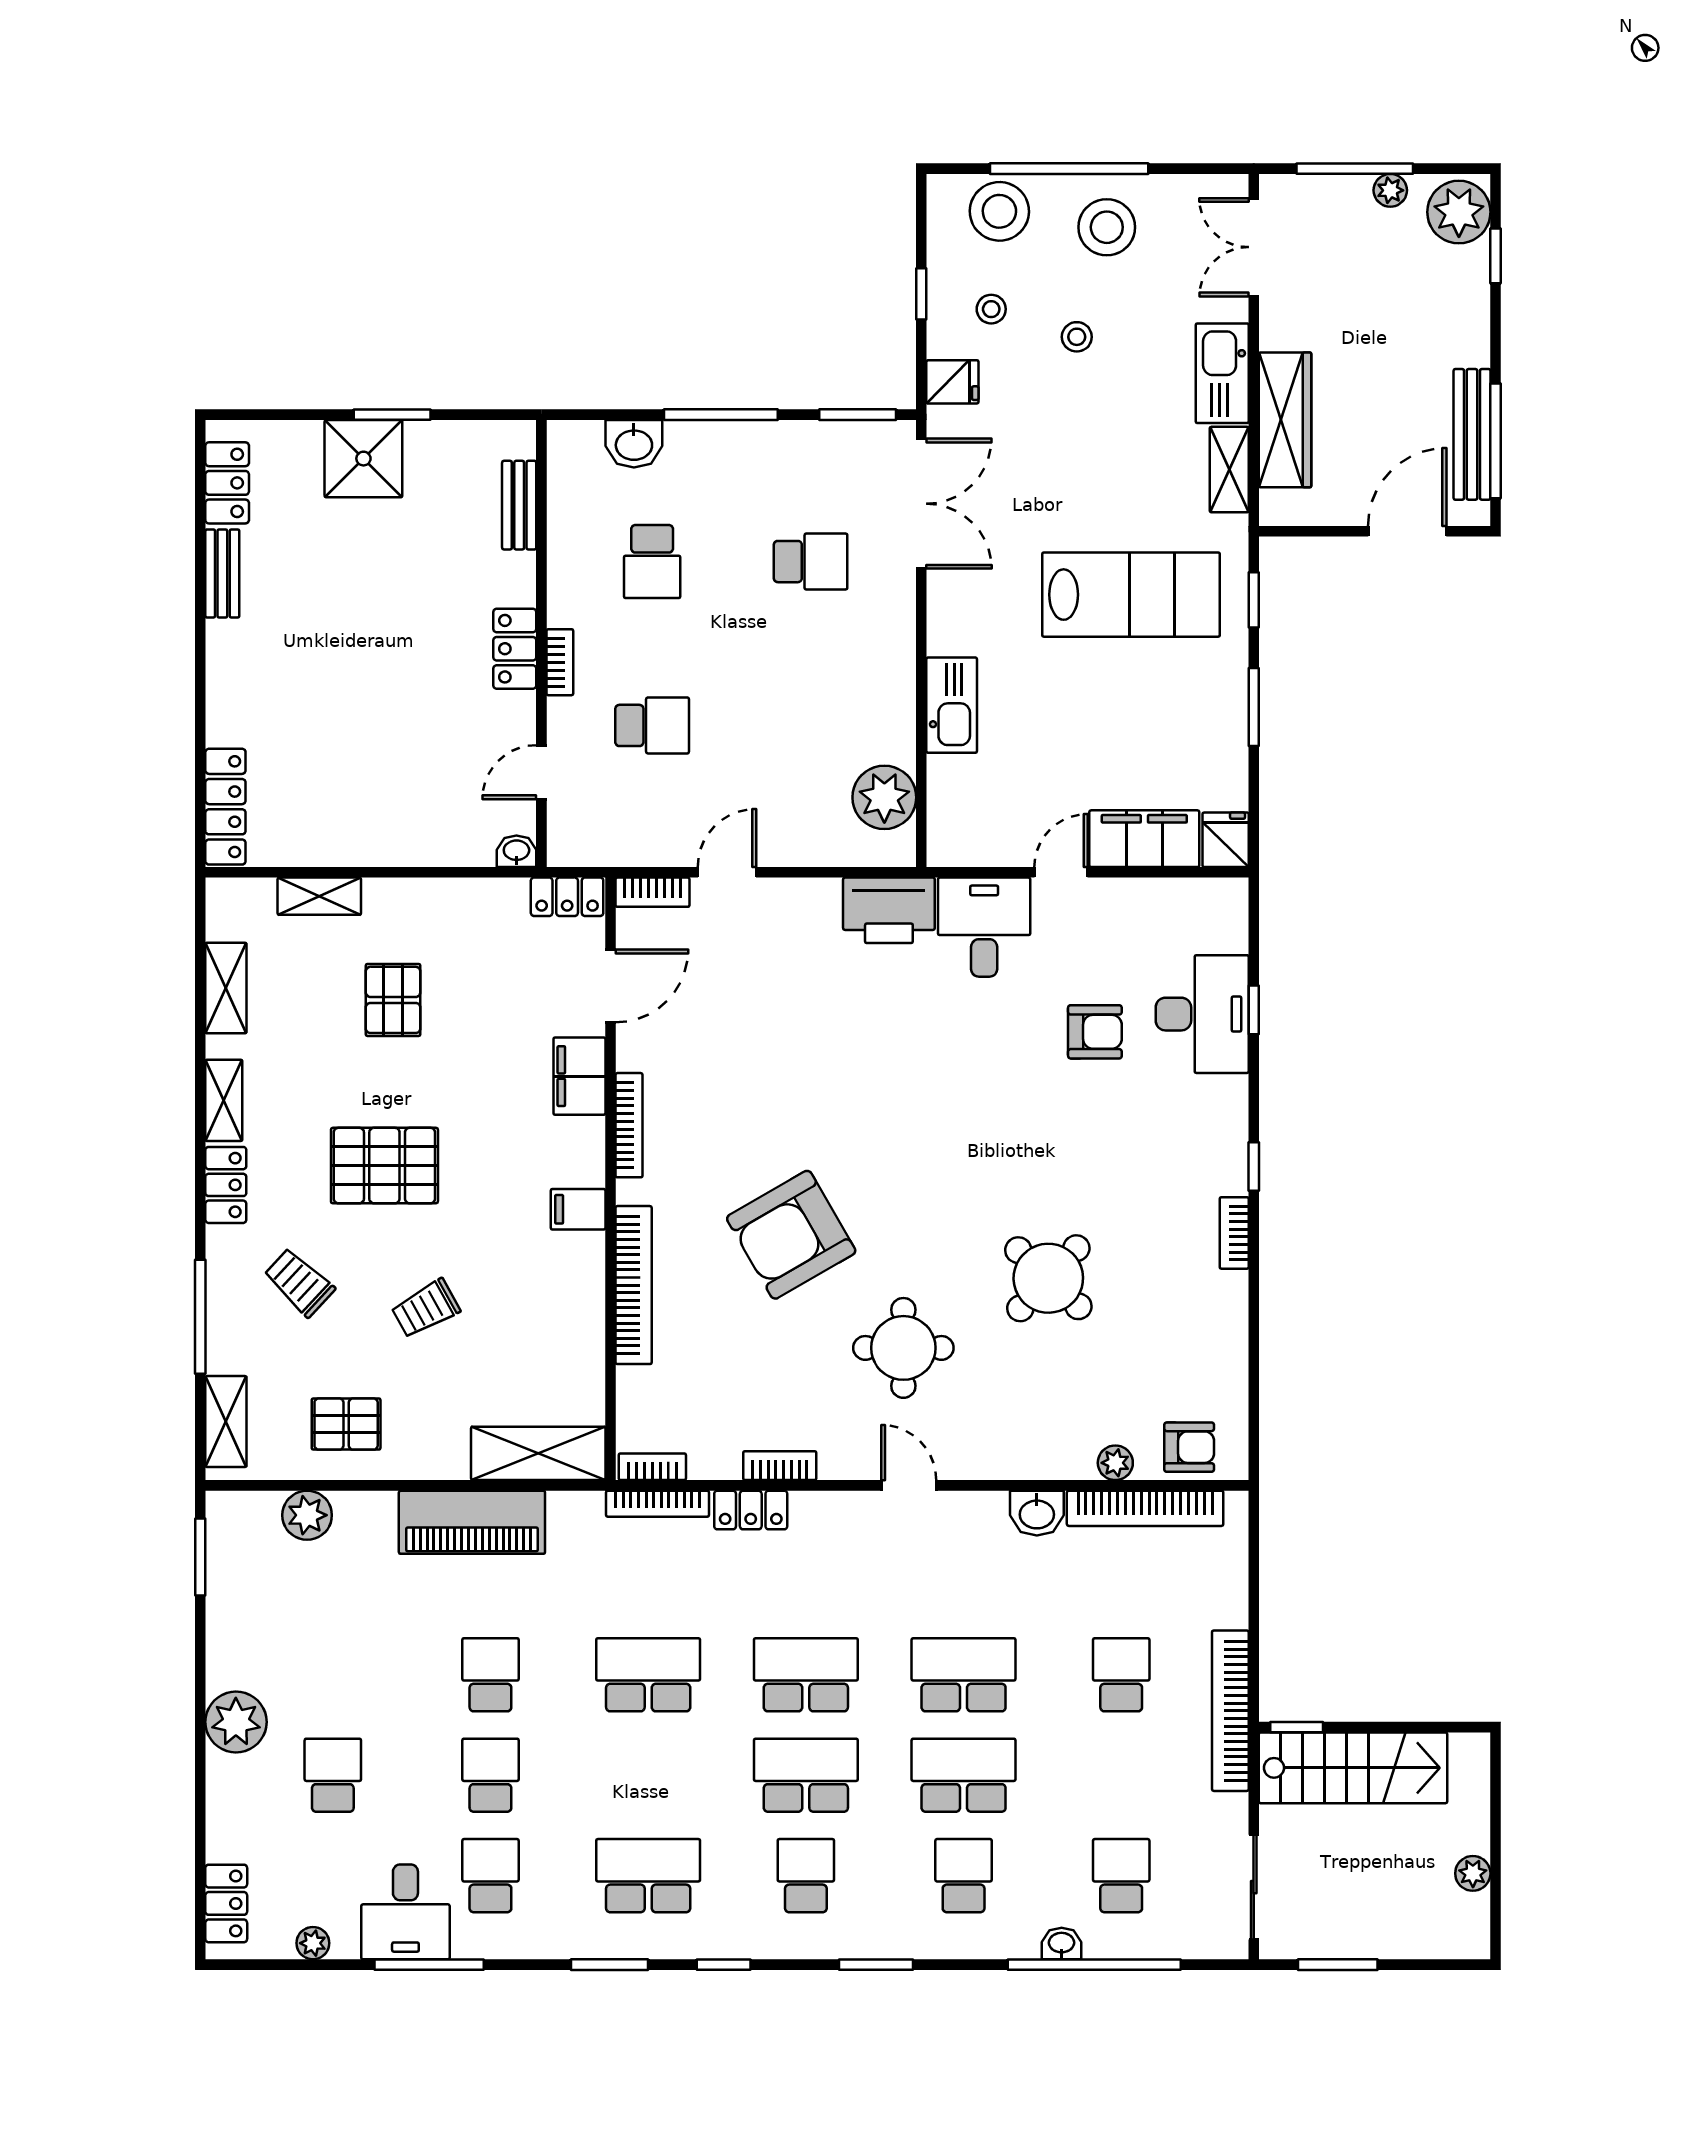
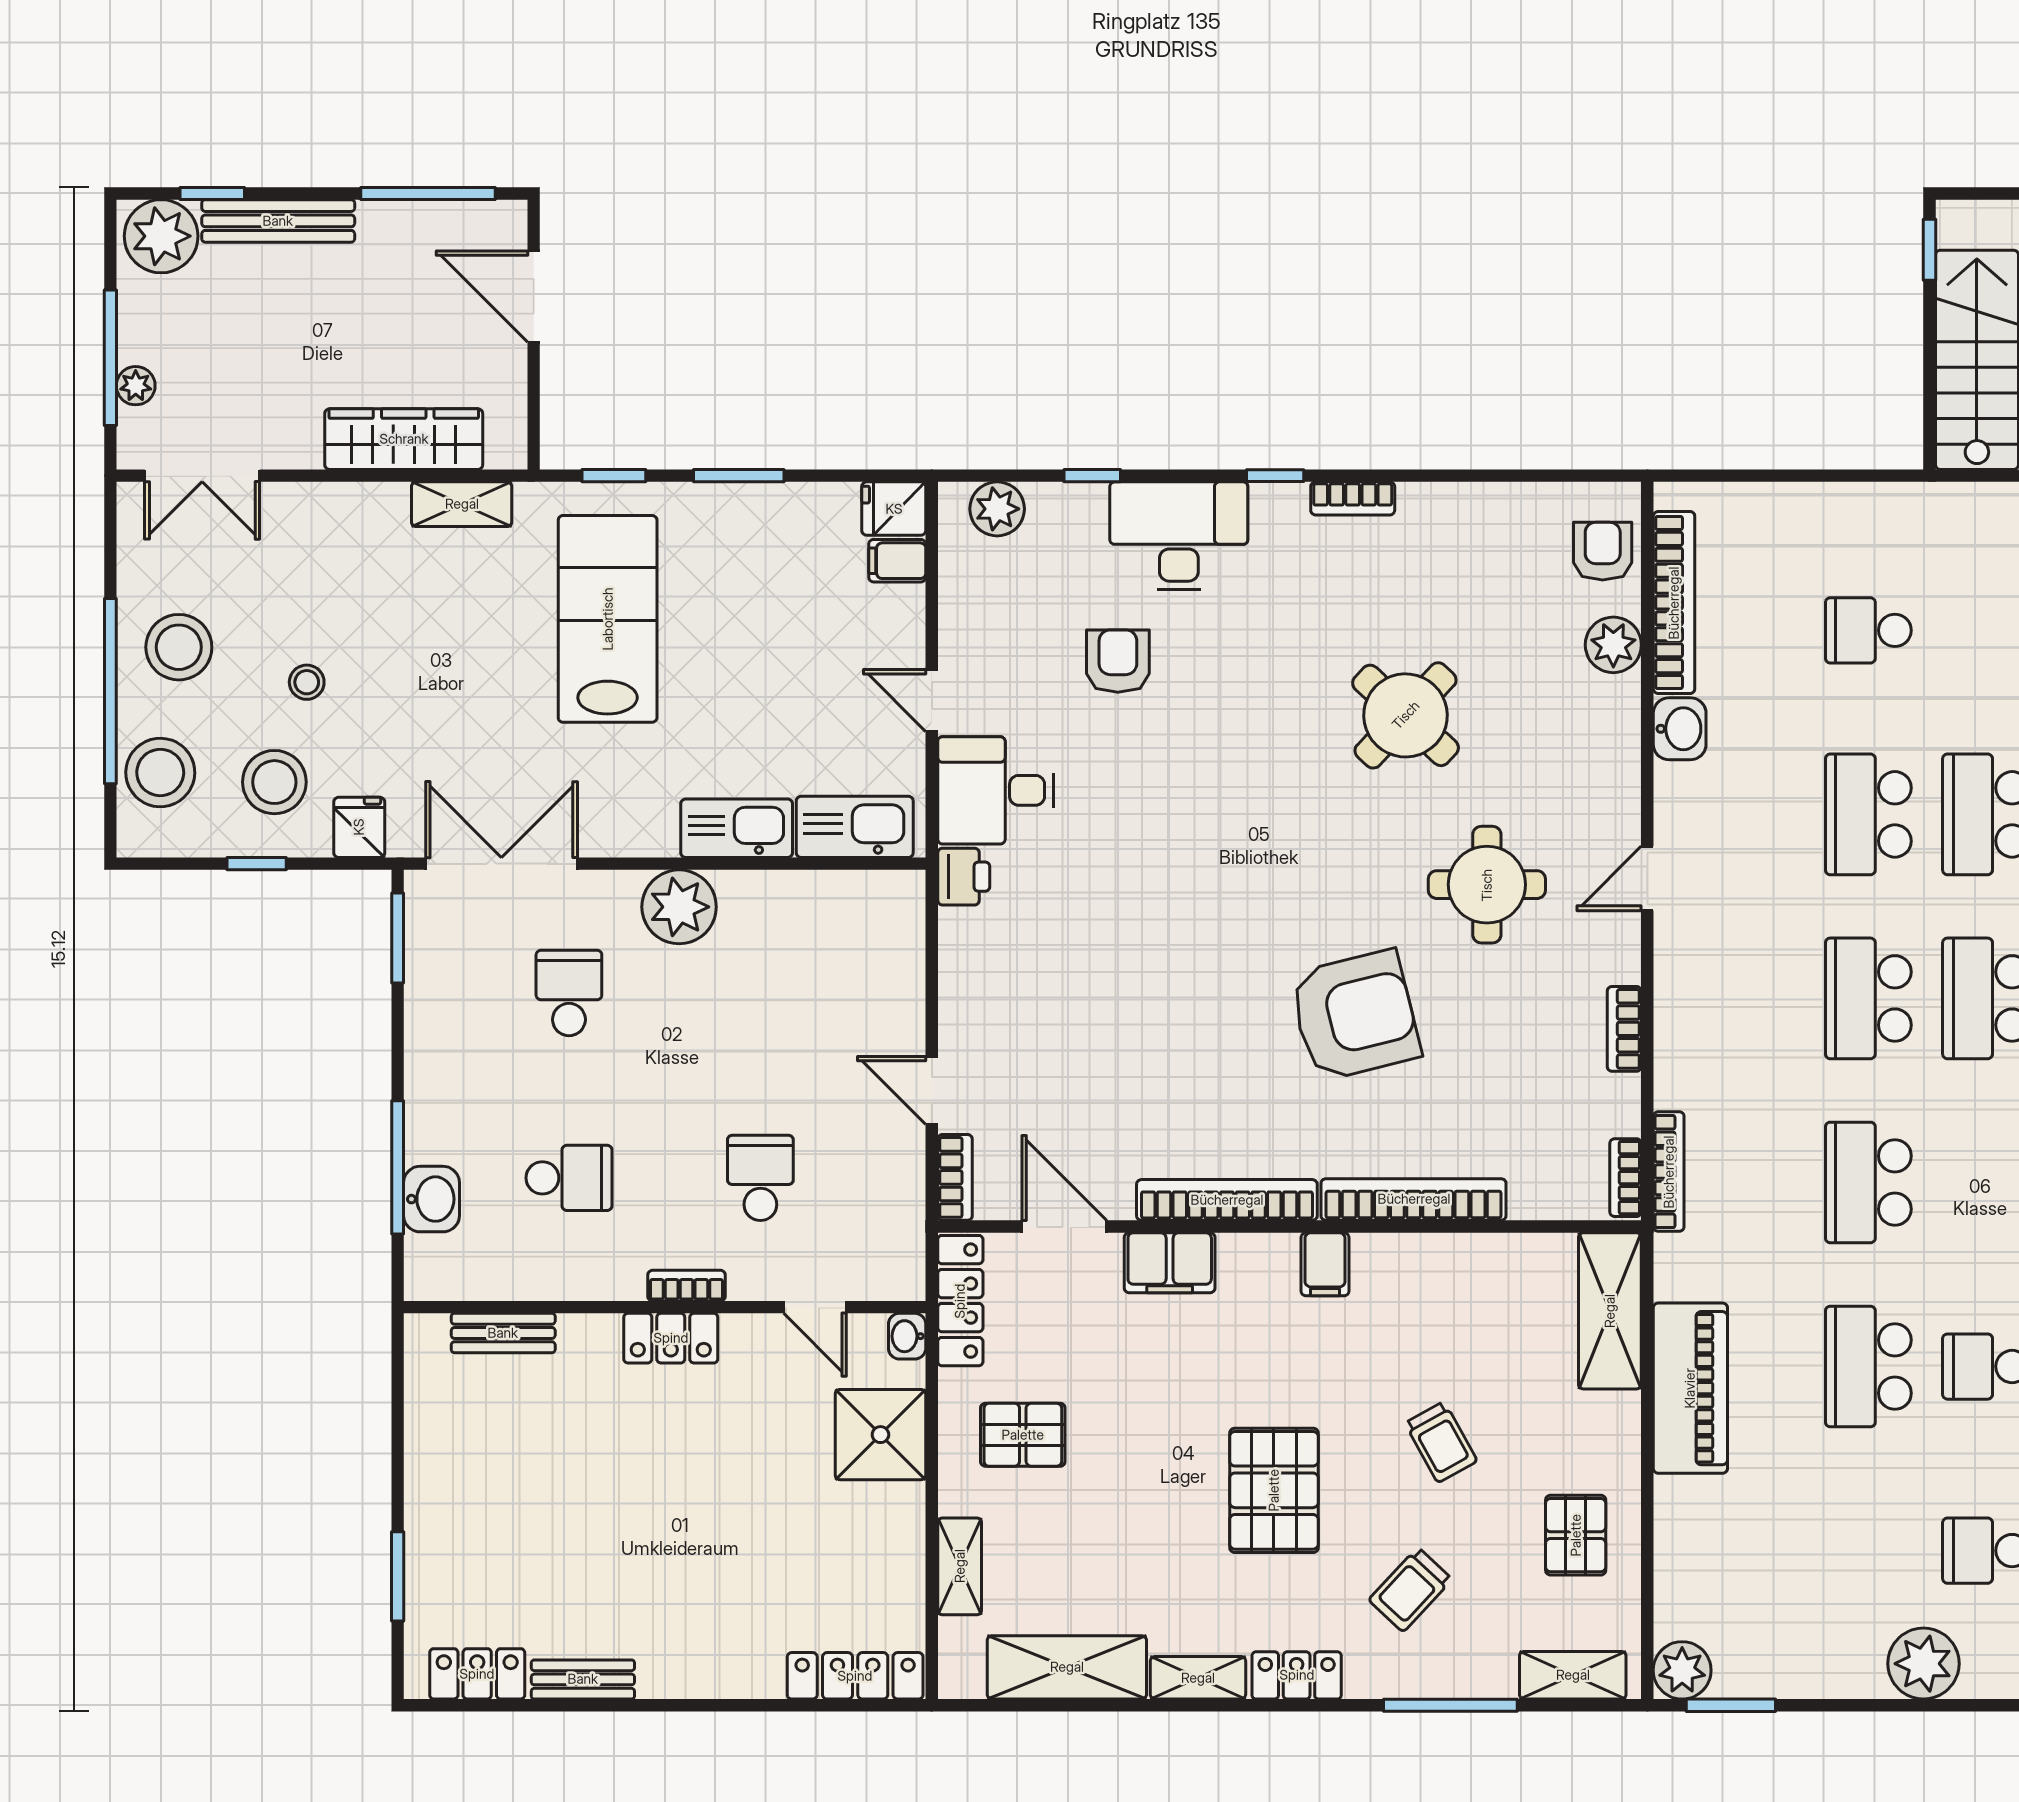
plant: (1390, 190) -> (136, 386), moved
stool: (991, 309) -> (274, 782), width x1.89, depth x1.89
kitchen sink: (1222, 373) -> (855, 827), moved, turned 180
window: (392, 415) -> (398, 1576), moved
window: (721, 415) -> (398, 1167), moved
bench: (1472, 434) -> (278, 221), moved
shower: (363, 459) -> (880, 1435), moved
plant: (884, 797) -> (679, 907), moved
filing cabinet: (1144, 839) -> (897, 561), width x0.33, depth x0.86
locker: (567, 897) -> (960, 1301), width x1.53
printer: (889, 910) -> (964, 877), width x0.53, depth x0.68
plant: (1225, 928) -> (997, 509), added
shelving: (226, 988) -> (1067, 1667), width x1.50, depth x1.33
pallet: (393, 1000) -> (1023, 1435), moved
desk: (1202, 1014) -> (1179, 536), moved
bookcase: (629, 1125) -> (1227, 1200), width x1.48, depth x1.31
armchair: (791, 1235) -> (1355, 1016), turned -74
plant: (1115, 1463) -> (1613, 645), width x1.38, depth x1.38
locker: (751, 1510) -> (1676, 1063), removed
plant: (307, 1515) -> (1682, 1670), moved
school desk: (490, 1675) -> (1868, 1367), width x1.85
bookcase: (1230, 1711) -> (1910, 503), removed
window: (1297, 1727) -> (1929, 250), moved

